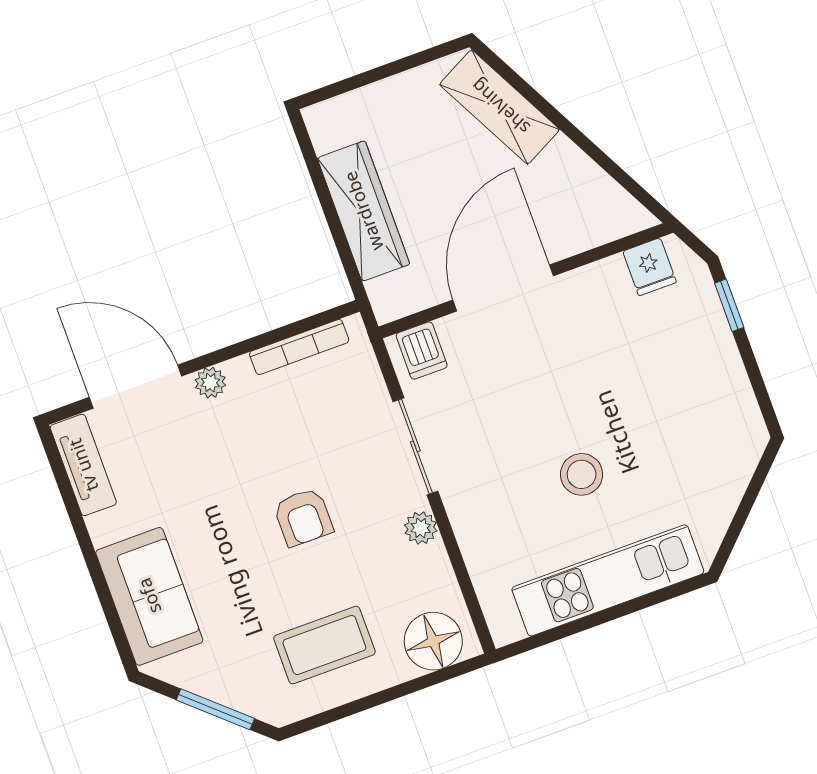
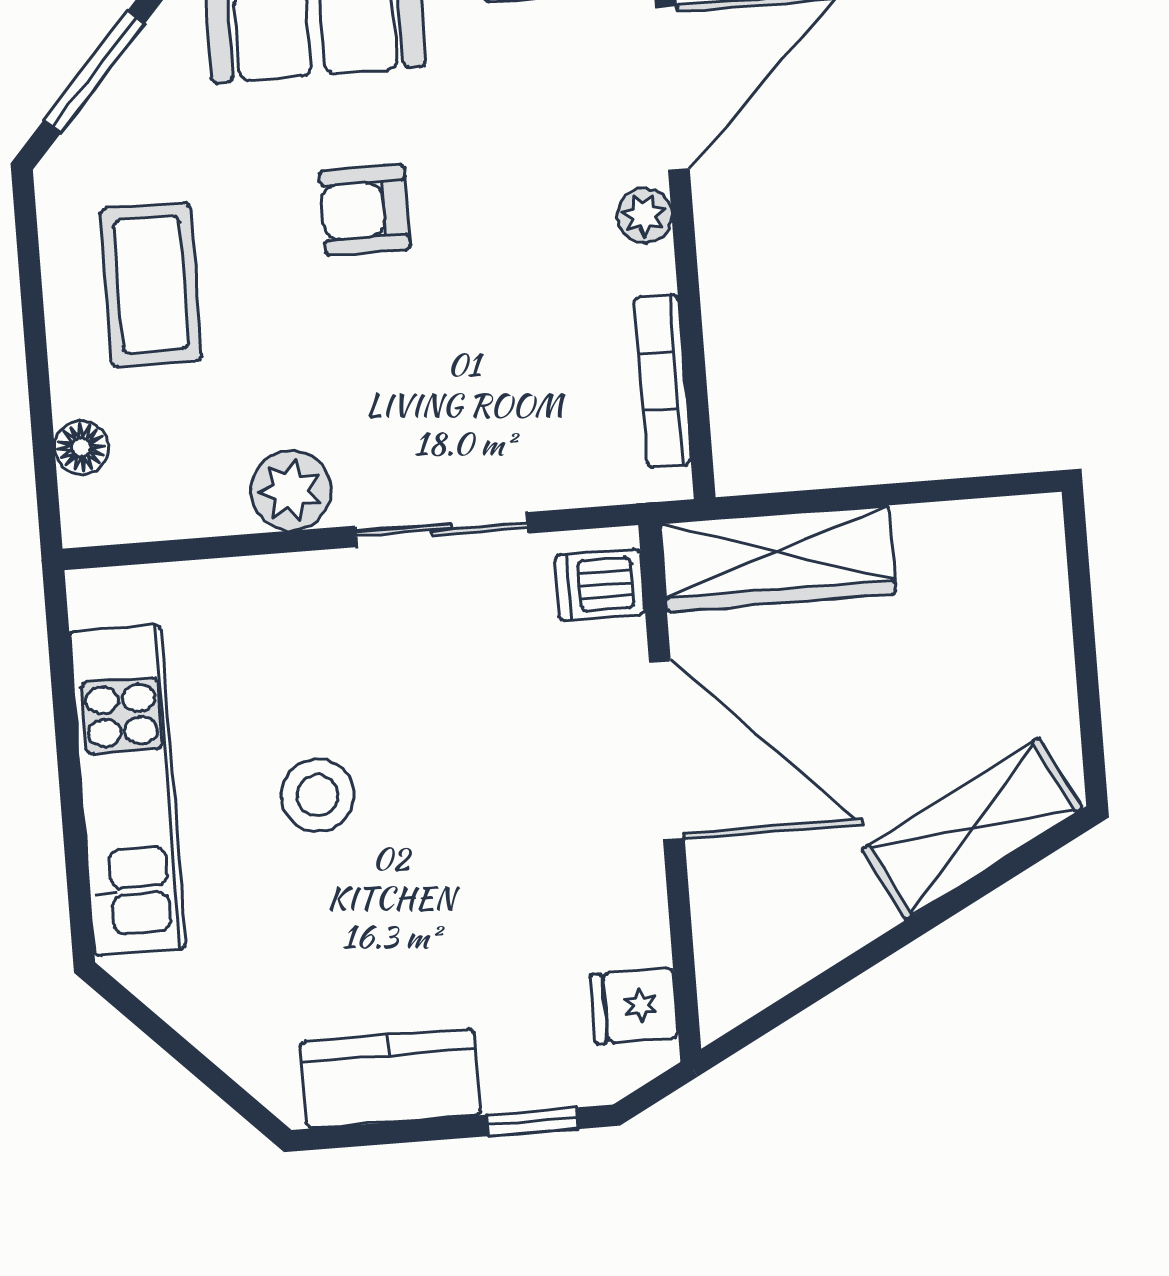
wardrobe: (363, 211) -> (778, 559), moved
kitchen counter: (727, 391) -> (390, 1078), added
armchair: (303, 517) -> (365, 210), moved
plant: (421, 528) -> (291, 491), width x1.38, depth x1.38
floor lamp: (433, 641) -> (81, 447), width x0.53, depth x0.53

